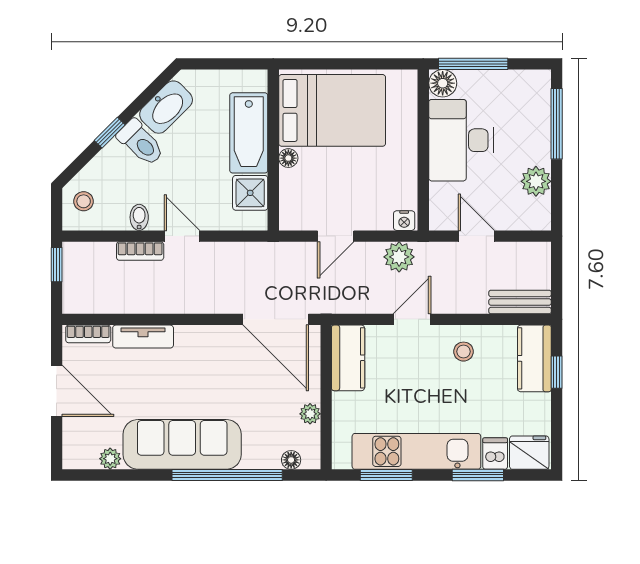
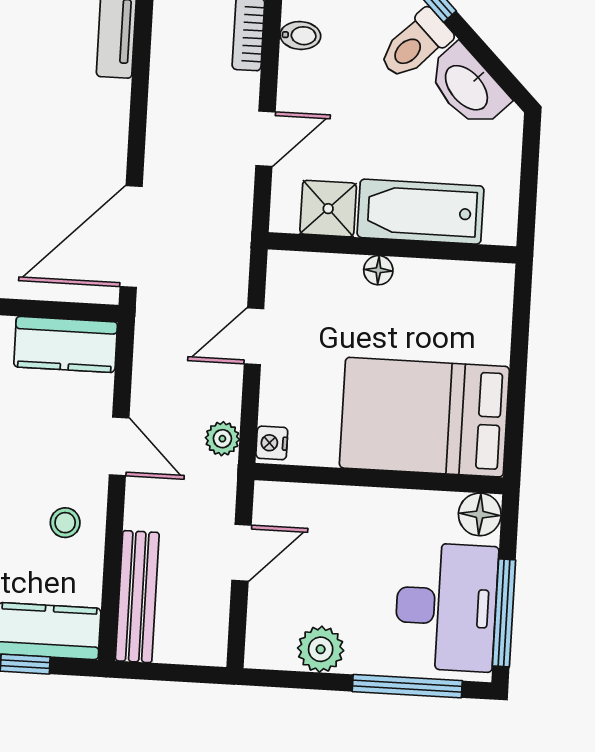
window: (473, 64) -> (504, 613), moved
bed: (332, 110) -> (424, 417), moved, turned 90
desk: (461, 140) -> (446, 607), moved, turned 90
door: (182, 236) -> (265, 139), moved
door: (336, 236) -> (254, 336), hinge flipped
plant: (399, 257) -> (222, 439), width x0.73, depth x0.73
bench: (520, 302) -> (137, 597), width x1.36

